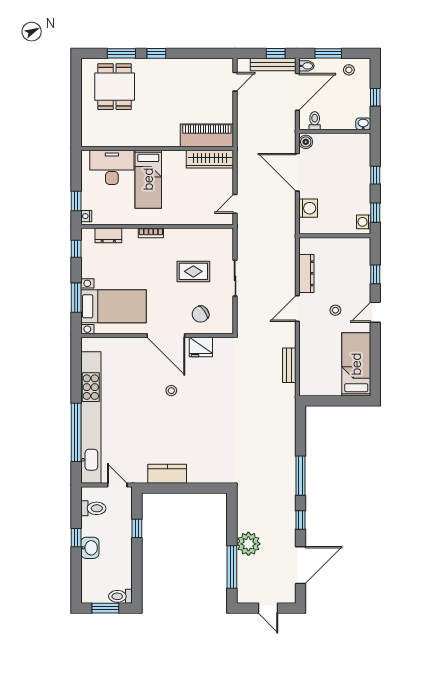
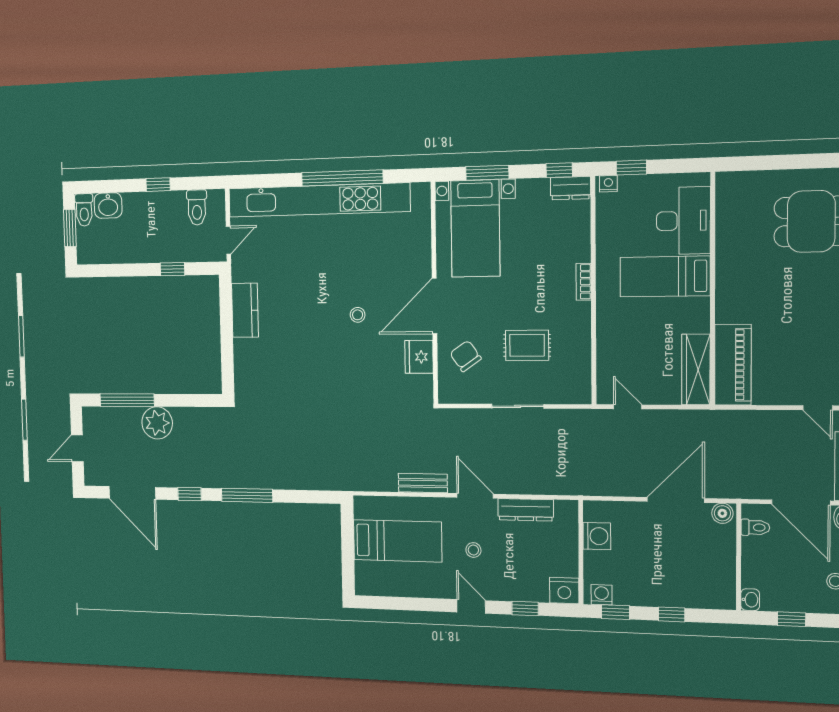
washing machine: (308, 208) -> (597, 536), moved, turned -90
dresser: (108, 235) -> (571, 188), moved, turned -90
nightstand: (362, 247) -> (564, 591), added
rug: (193, 271) -> (527, 345), turned 90
bed: (356, 364) -> (397, 541), moved
bench: (289, 365) -> (423, 483), moved
window: (76, 432) -> (342, 178), moved
washbasin: (90, 548) -> (108, 206), moved
toilet: (120, 596) -> (84, 210), moved, turned 180

